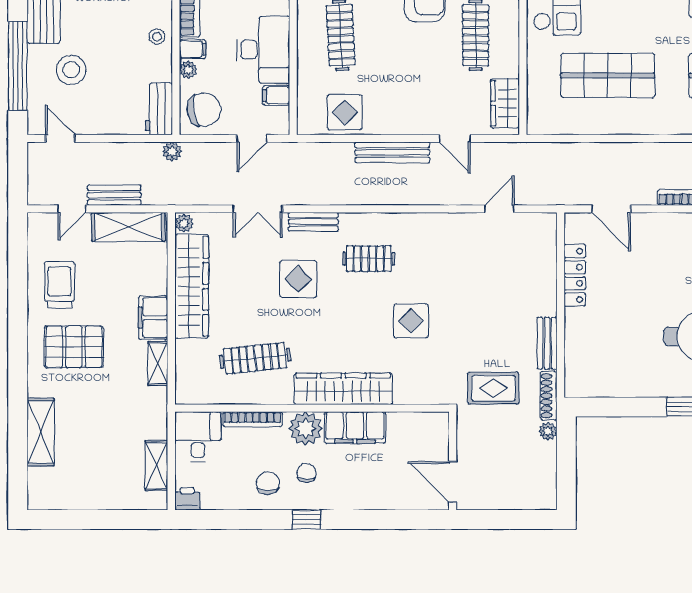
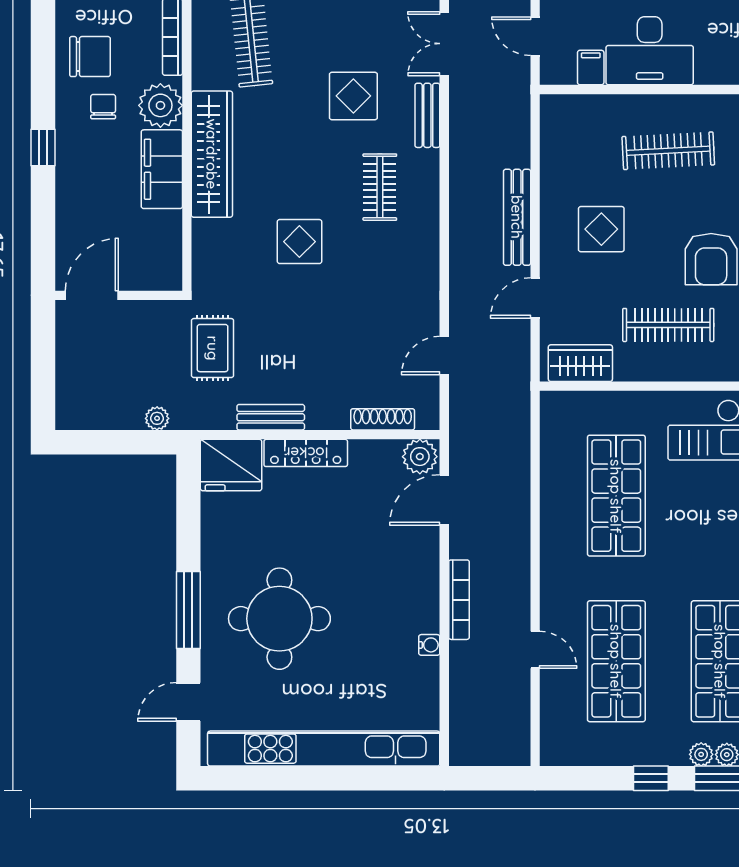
display table: (345, 112) -> (601, 229), moved
door: (499, 209) -> (444, 356), swing flipped
plant: (577, 228) -> (420, 457), added
locker: (575, 275) -> (306, 453), moved
fridge: (584, 374) -> (231, 465), added
shoe rack: (549, 396) -> (383, 419), moved
chair: (306, 473) -> (103, 107), turned -90
chair: (268, 483) -> (90, 57), width x1.37, depth x1.37
window: (306, 520) -> (43, 148), moved

